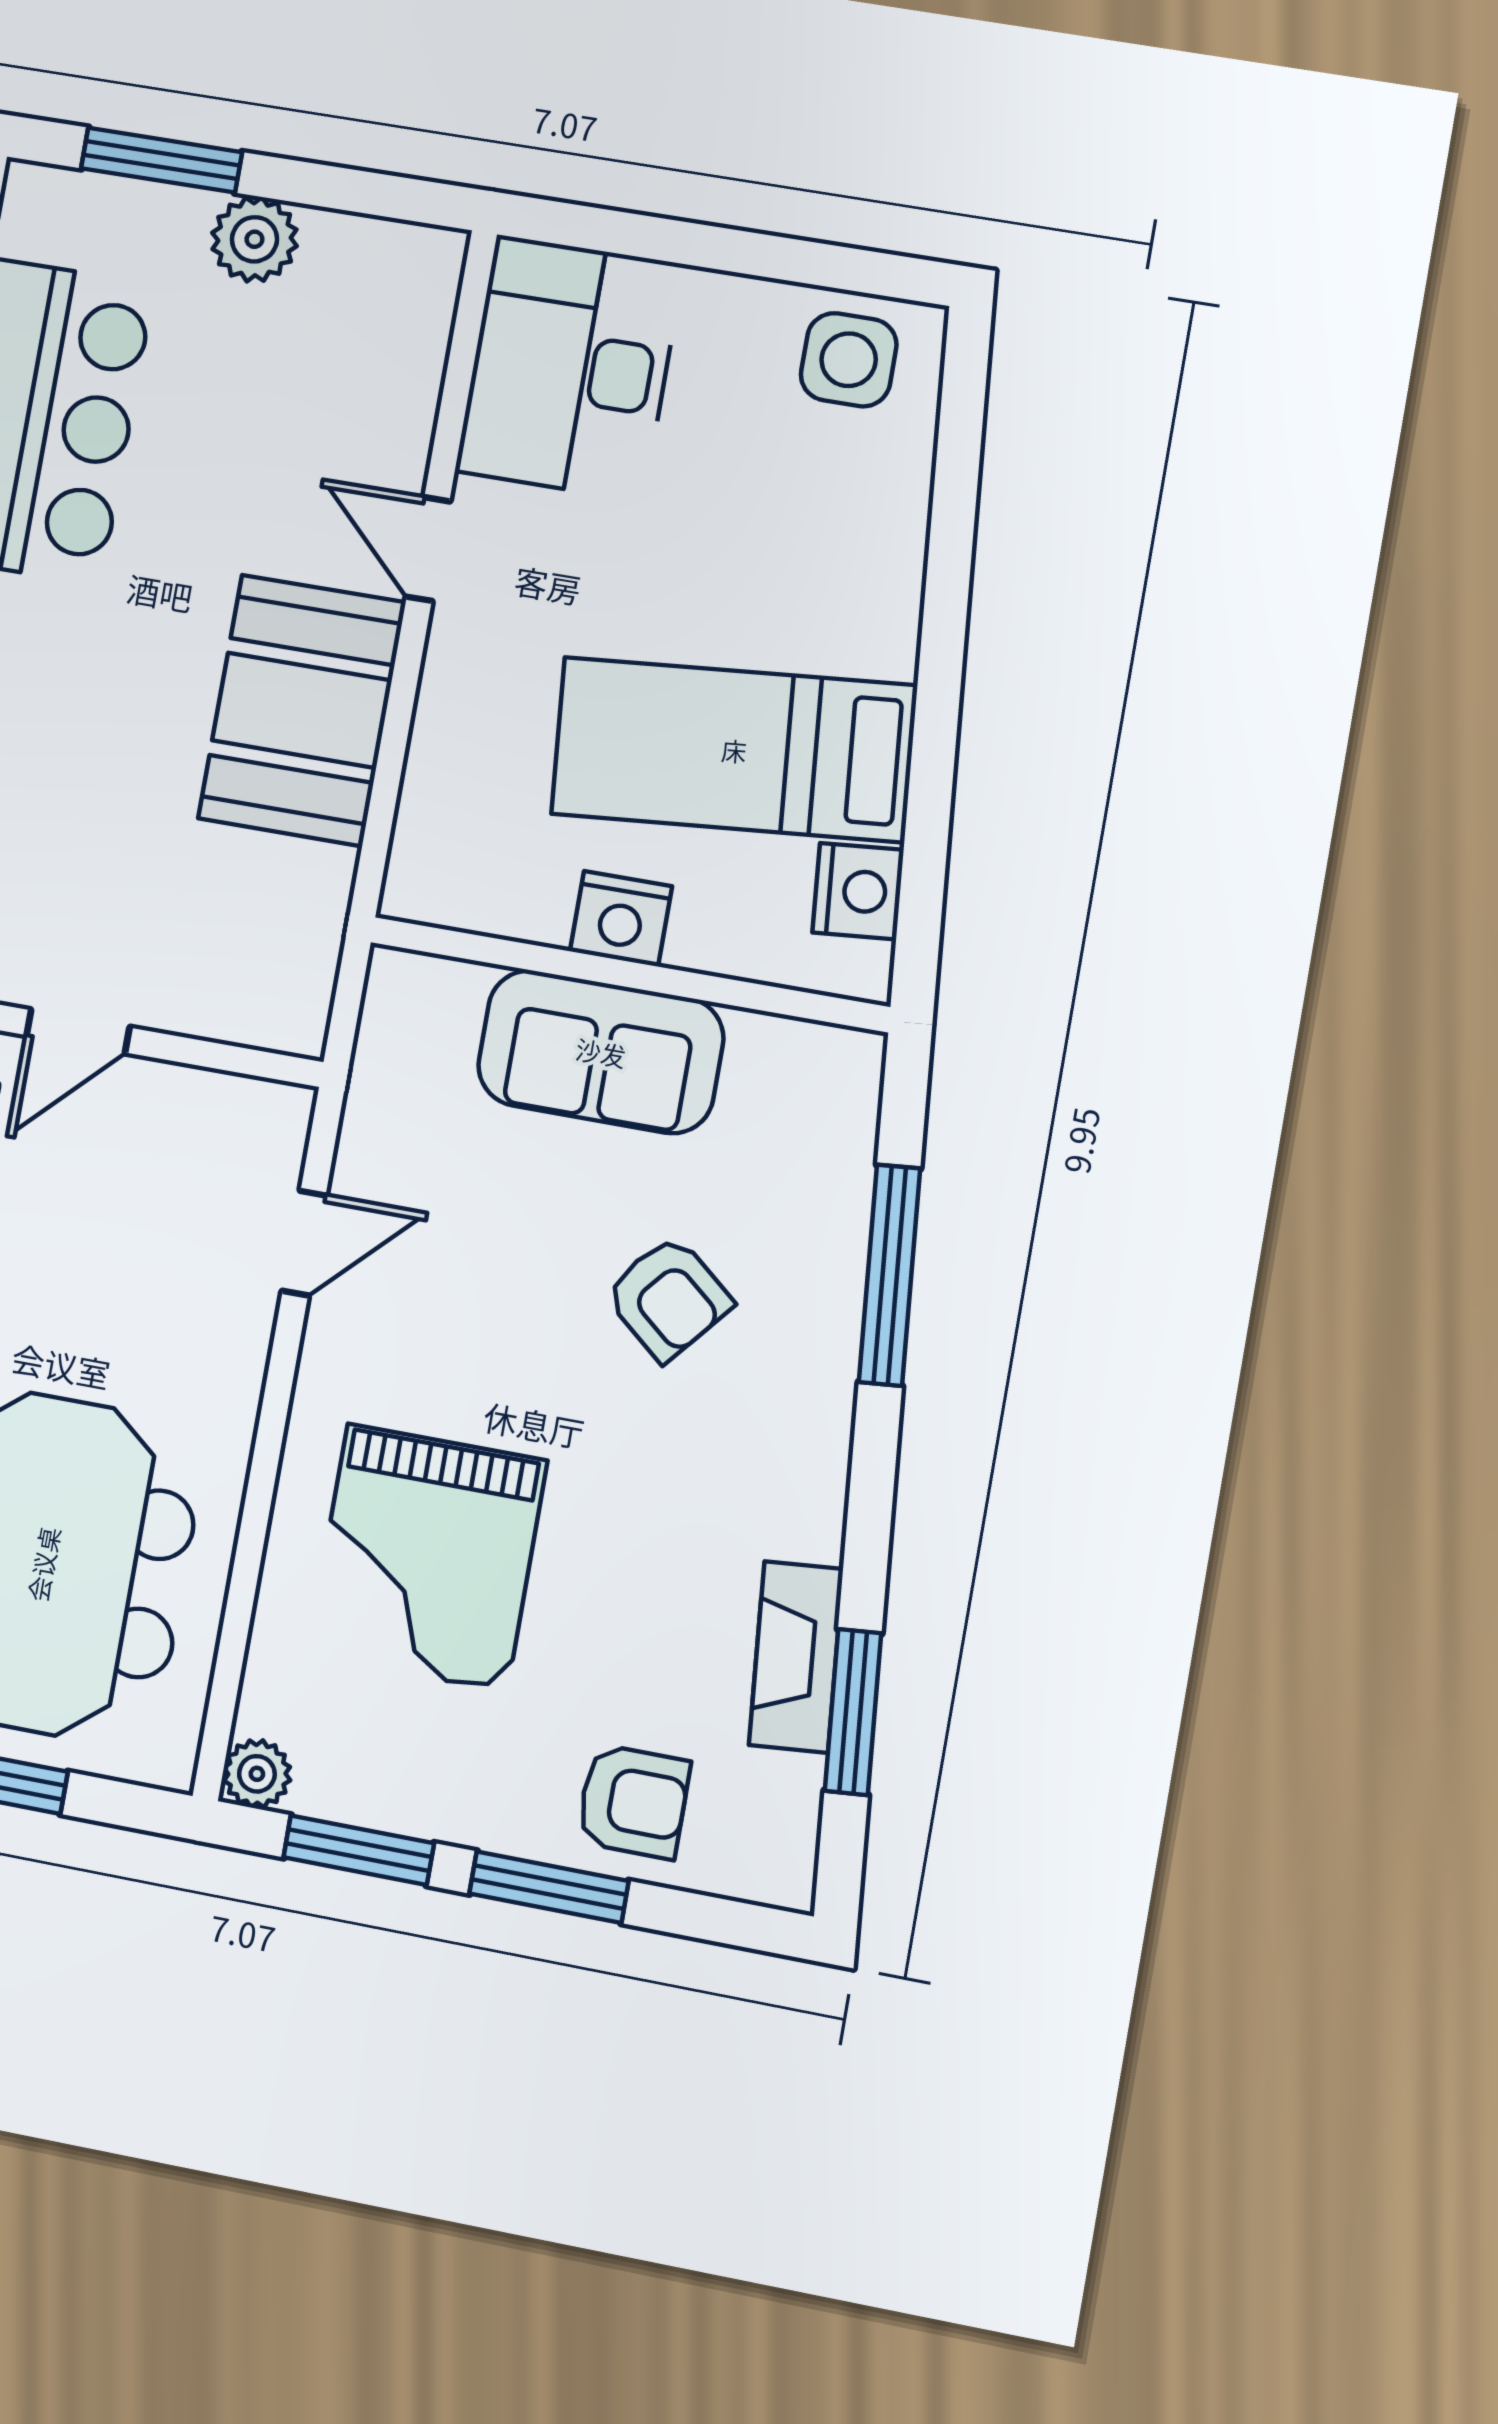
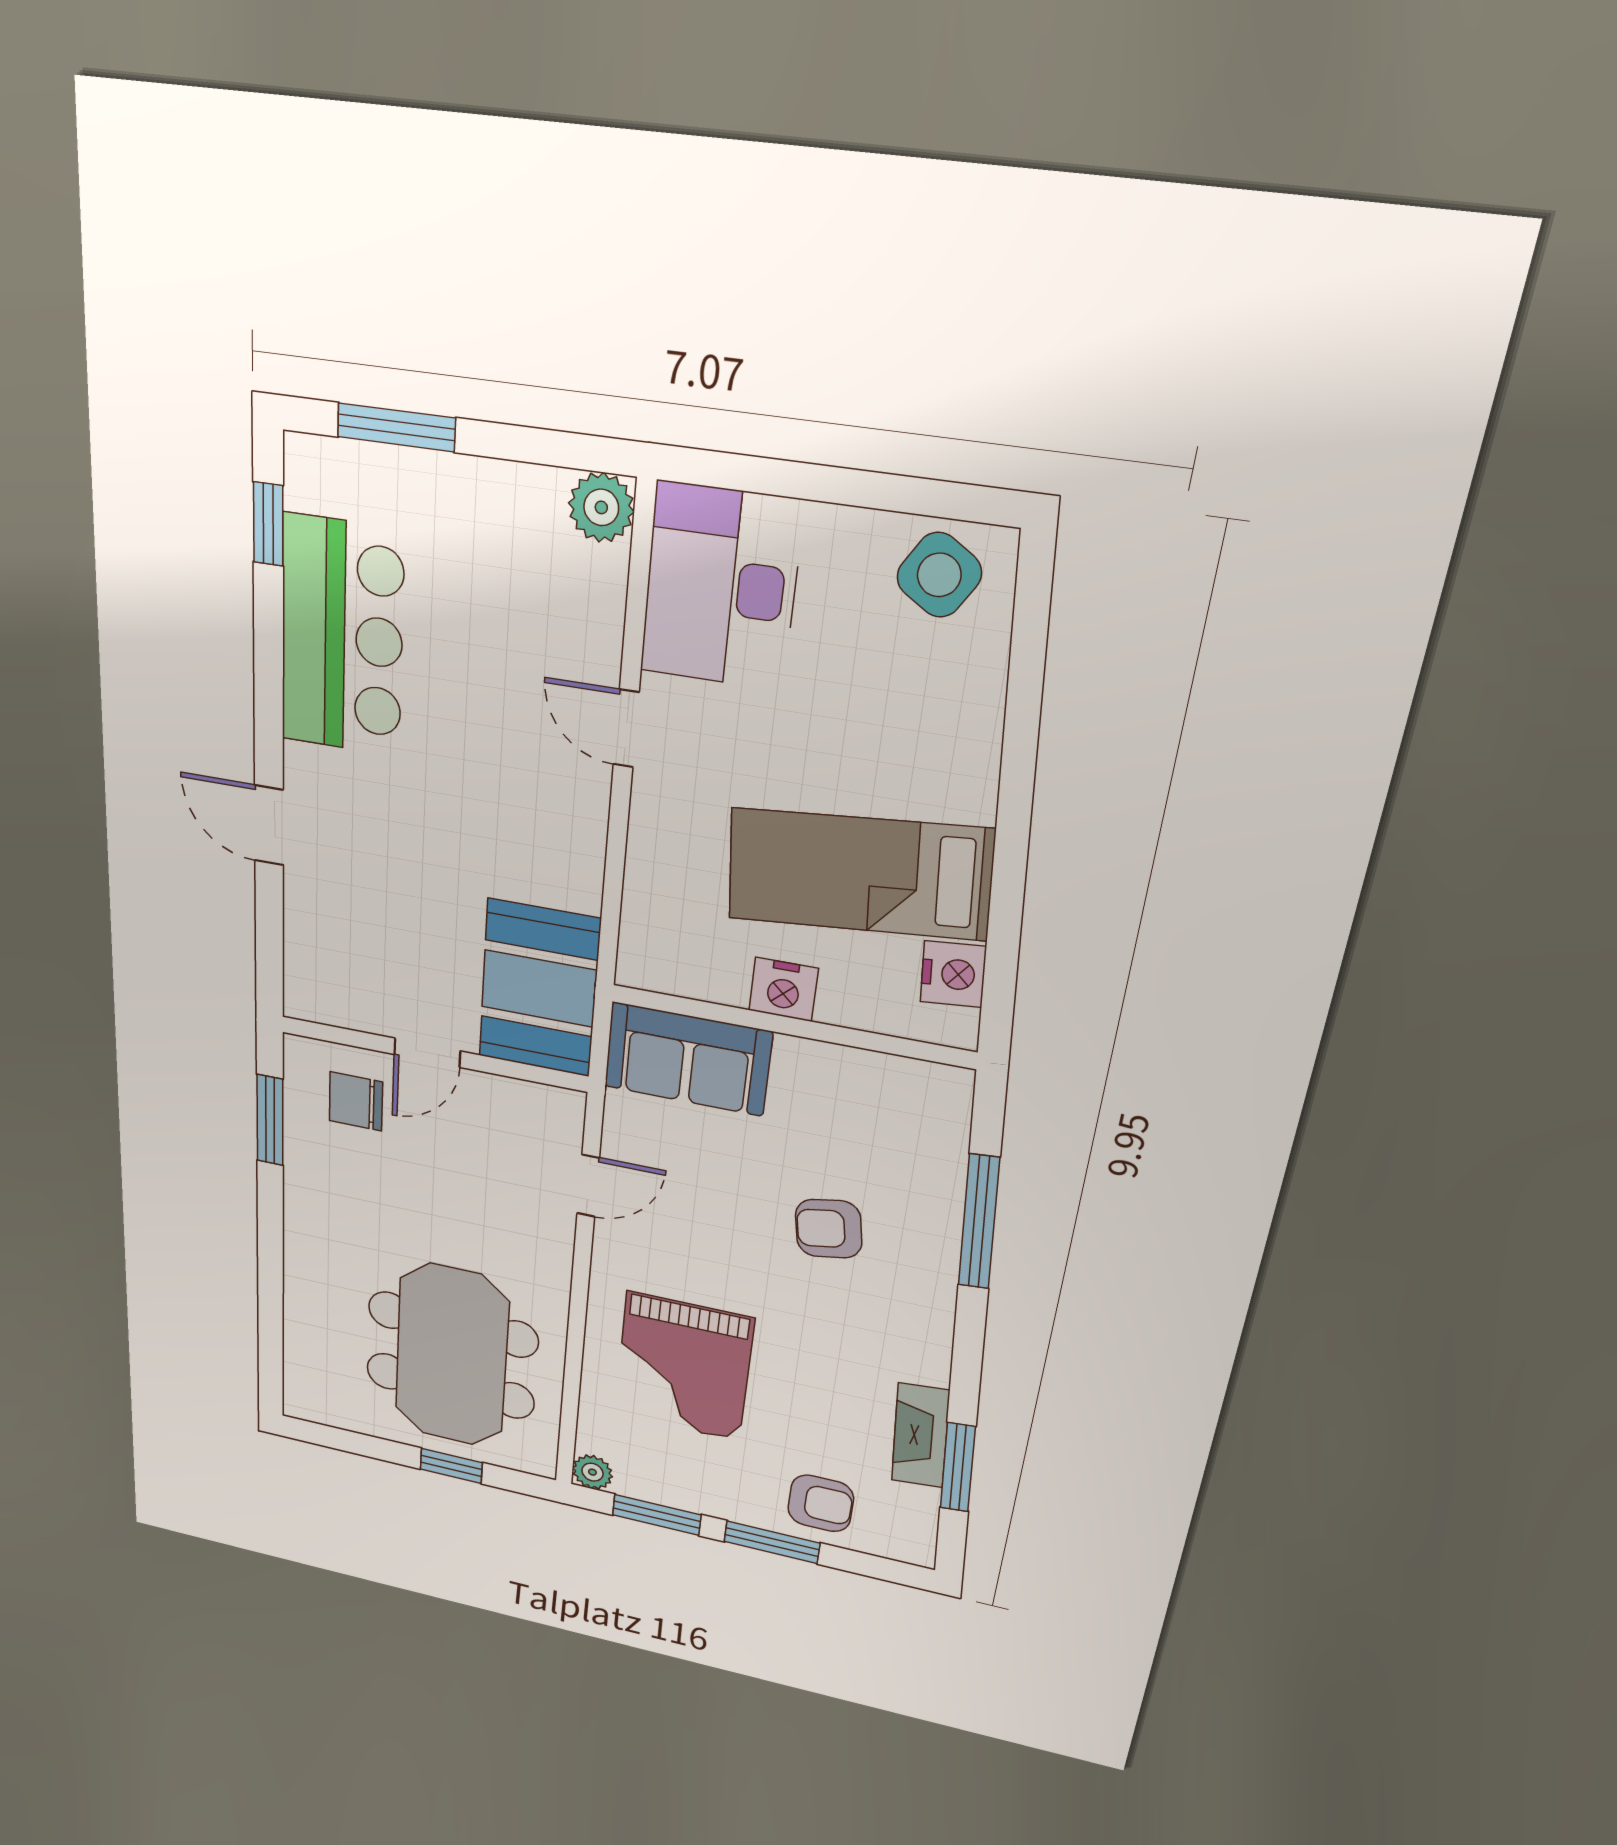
plant: (254, 239) -> (601, 507), moved
side table: (849, 360) -> (939, 575), turned 32
booth: (302, 710) -> (539, 988), moved
sofa: (601, 1052) -> (688, 1059), moved
armchair: (668, 1298) -> (829, 1229), turned 130

